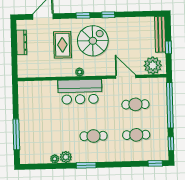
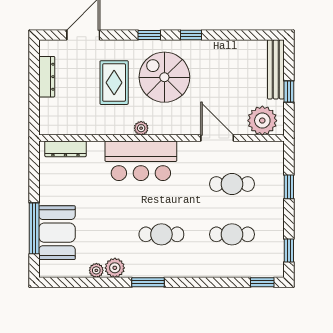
spiral stairs: (93, 41) -> (164, 77), turned -90
dresser: (34, 86) -> (65, 149), added
window: (170, 105) -> (289, 187), width x0.32
booth: (30, 137) -> (57, 233), added

